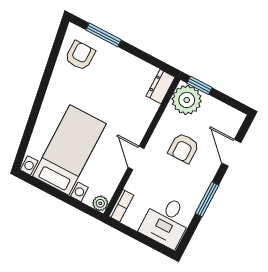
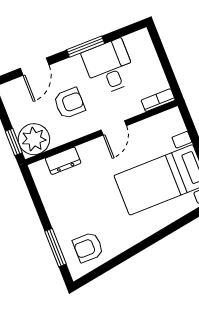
dresser: (161, 87) -> (63, 161), moved
plant: (100, 203) -> (173, 116), removed
desk: (166, 221) -> (109, 67), moved, turned -90

